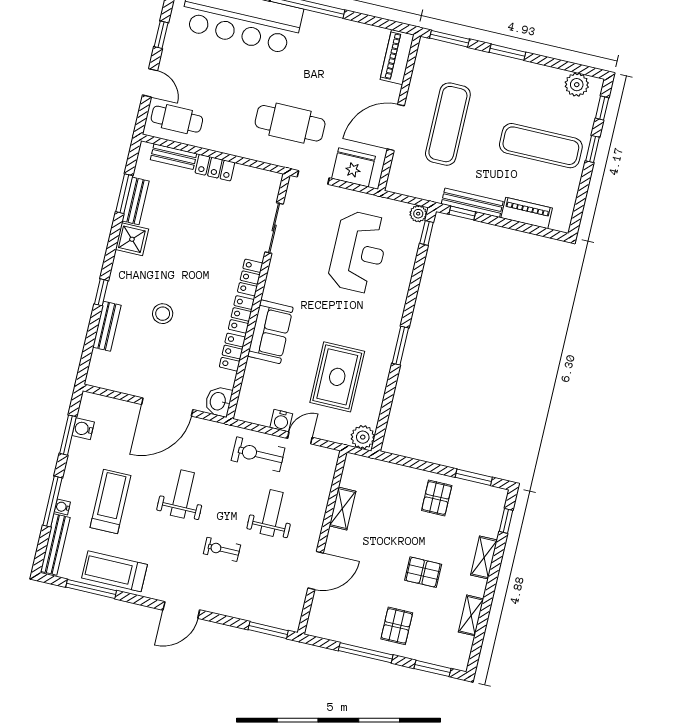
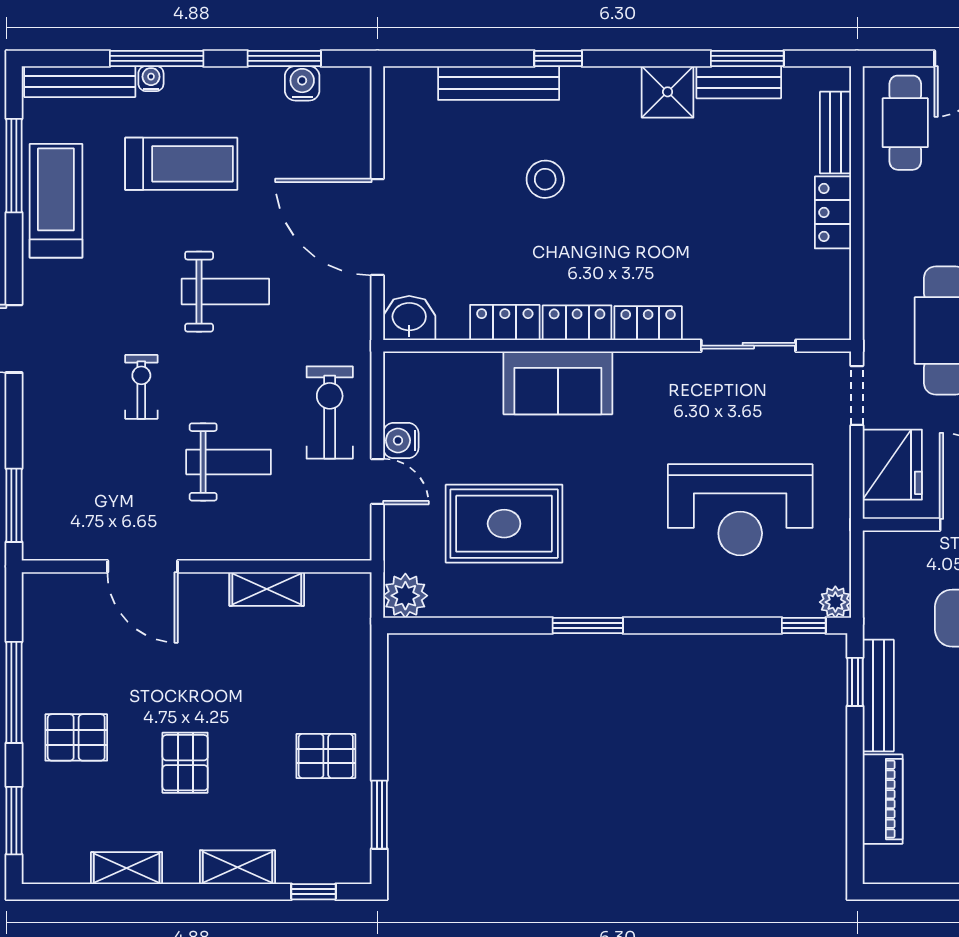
bench: (107, 326) -> (499, 83), width x1.36

